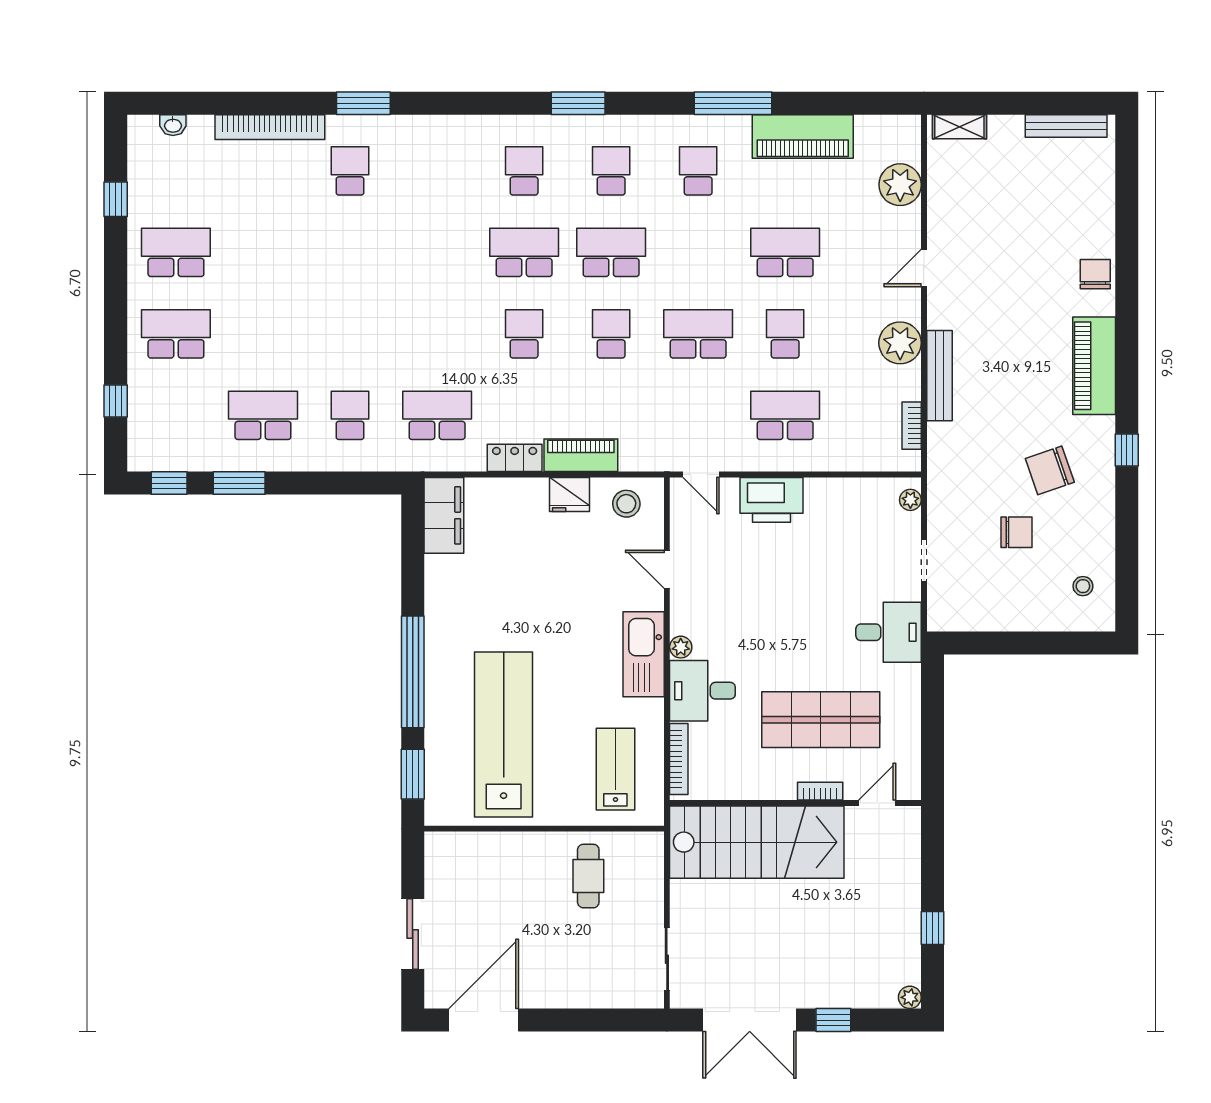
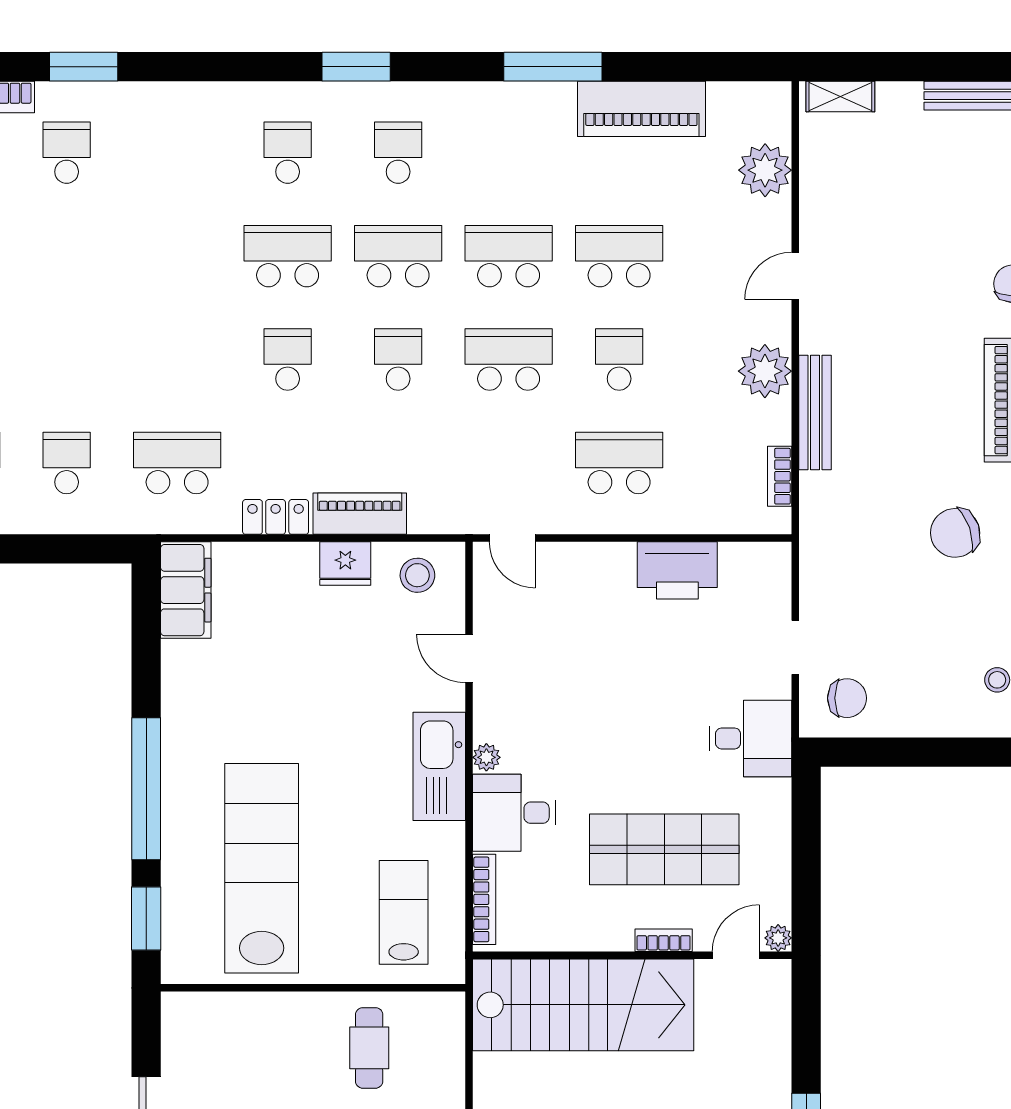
school desk: (698, 171) -> (509, 256), moved, width x1.85
printer: (771, 500) -> (677, 570), moved
plant: (910, 500) -> (778, 938), moved
chair: (1016, 532) -> (847, 698), moved

